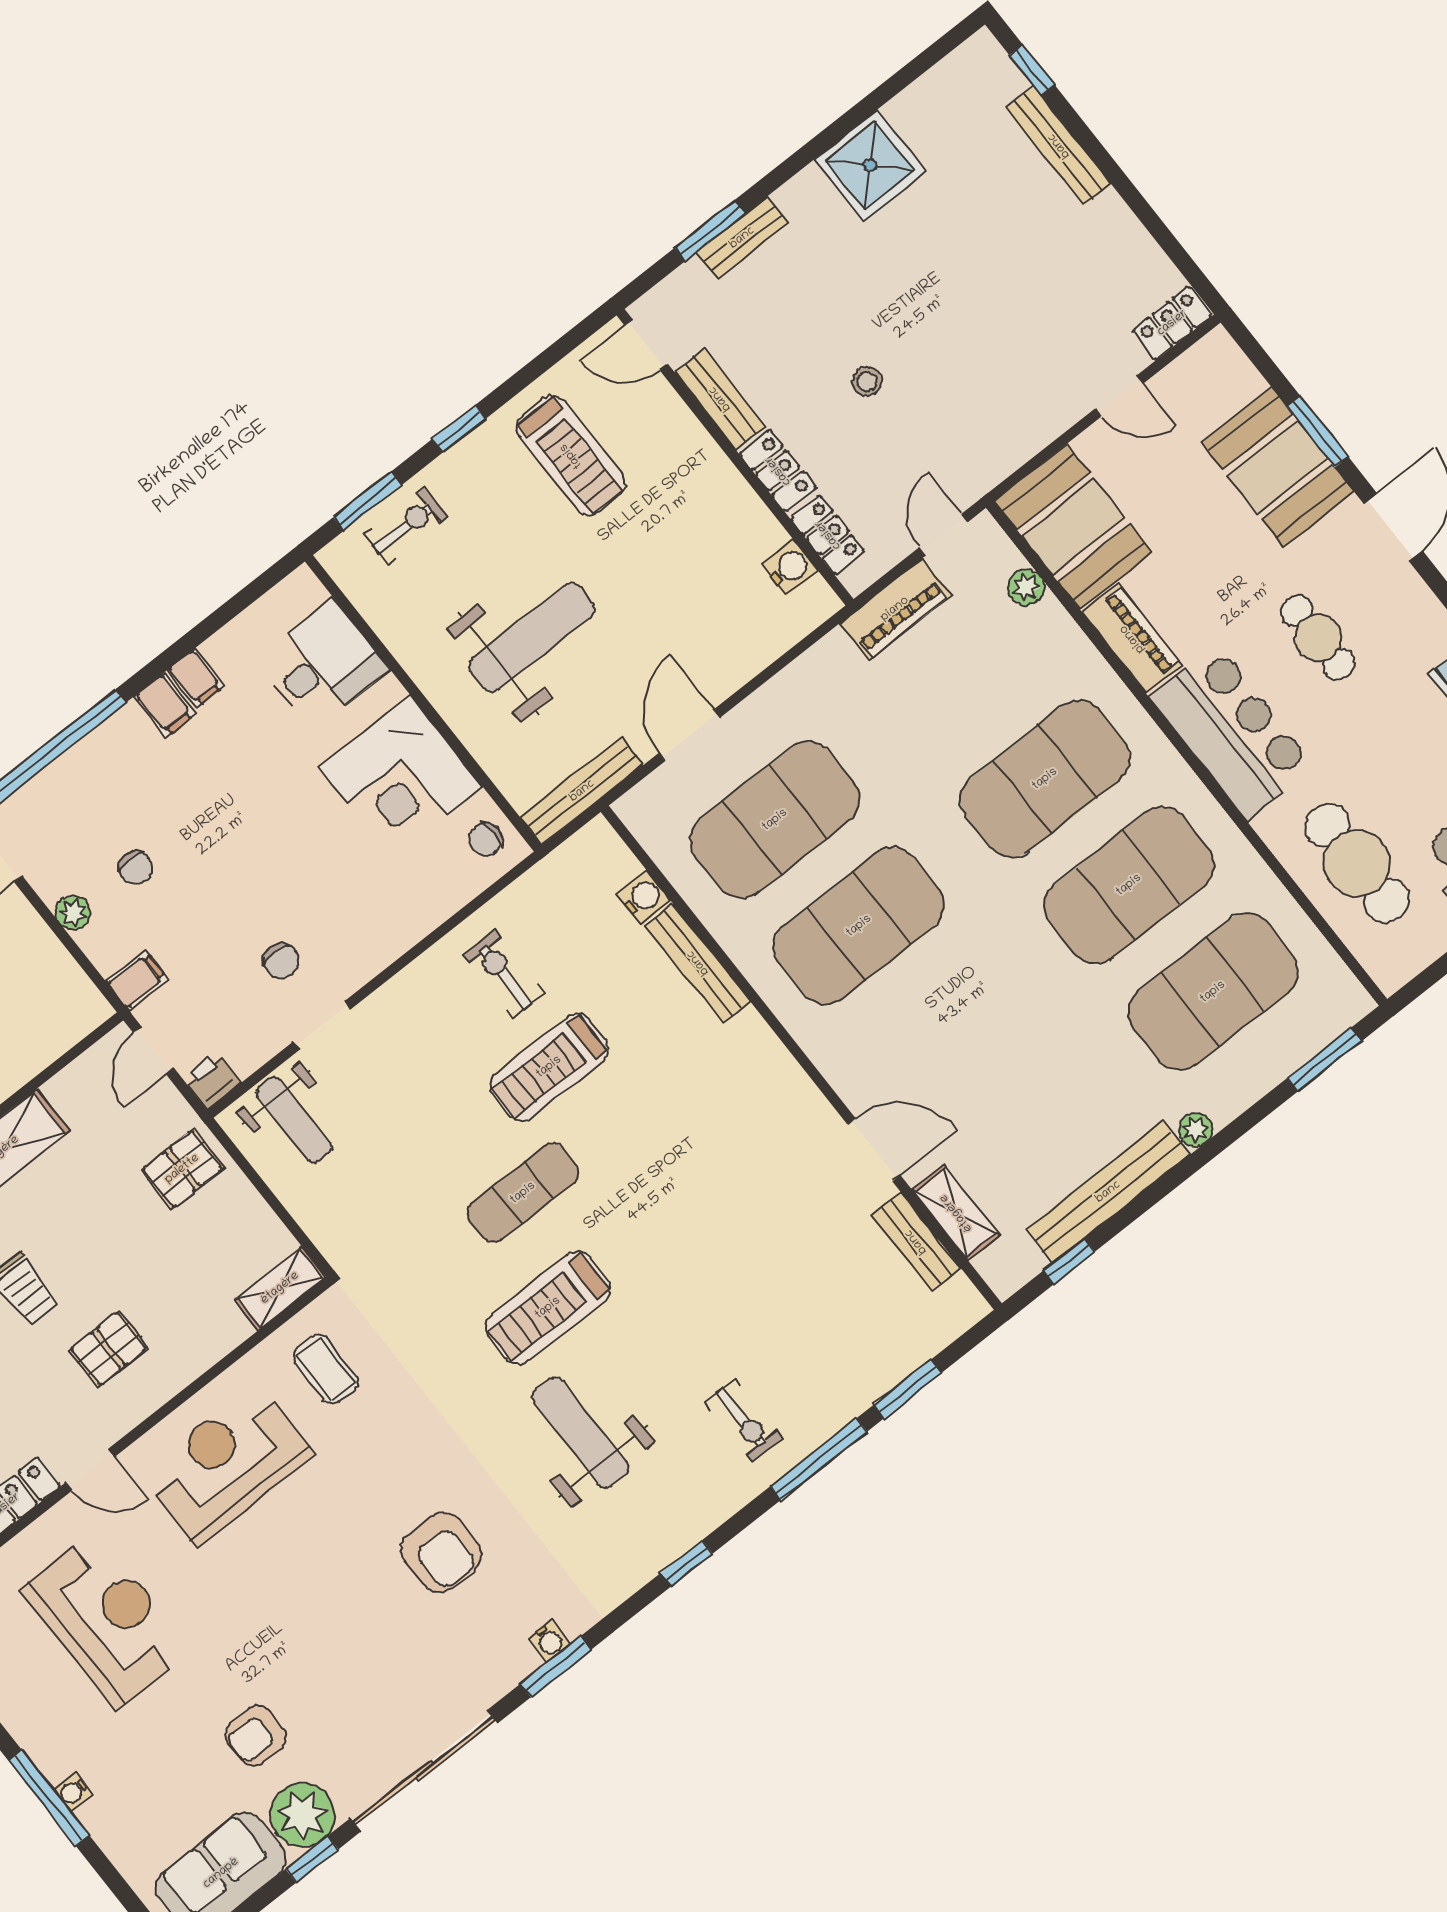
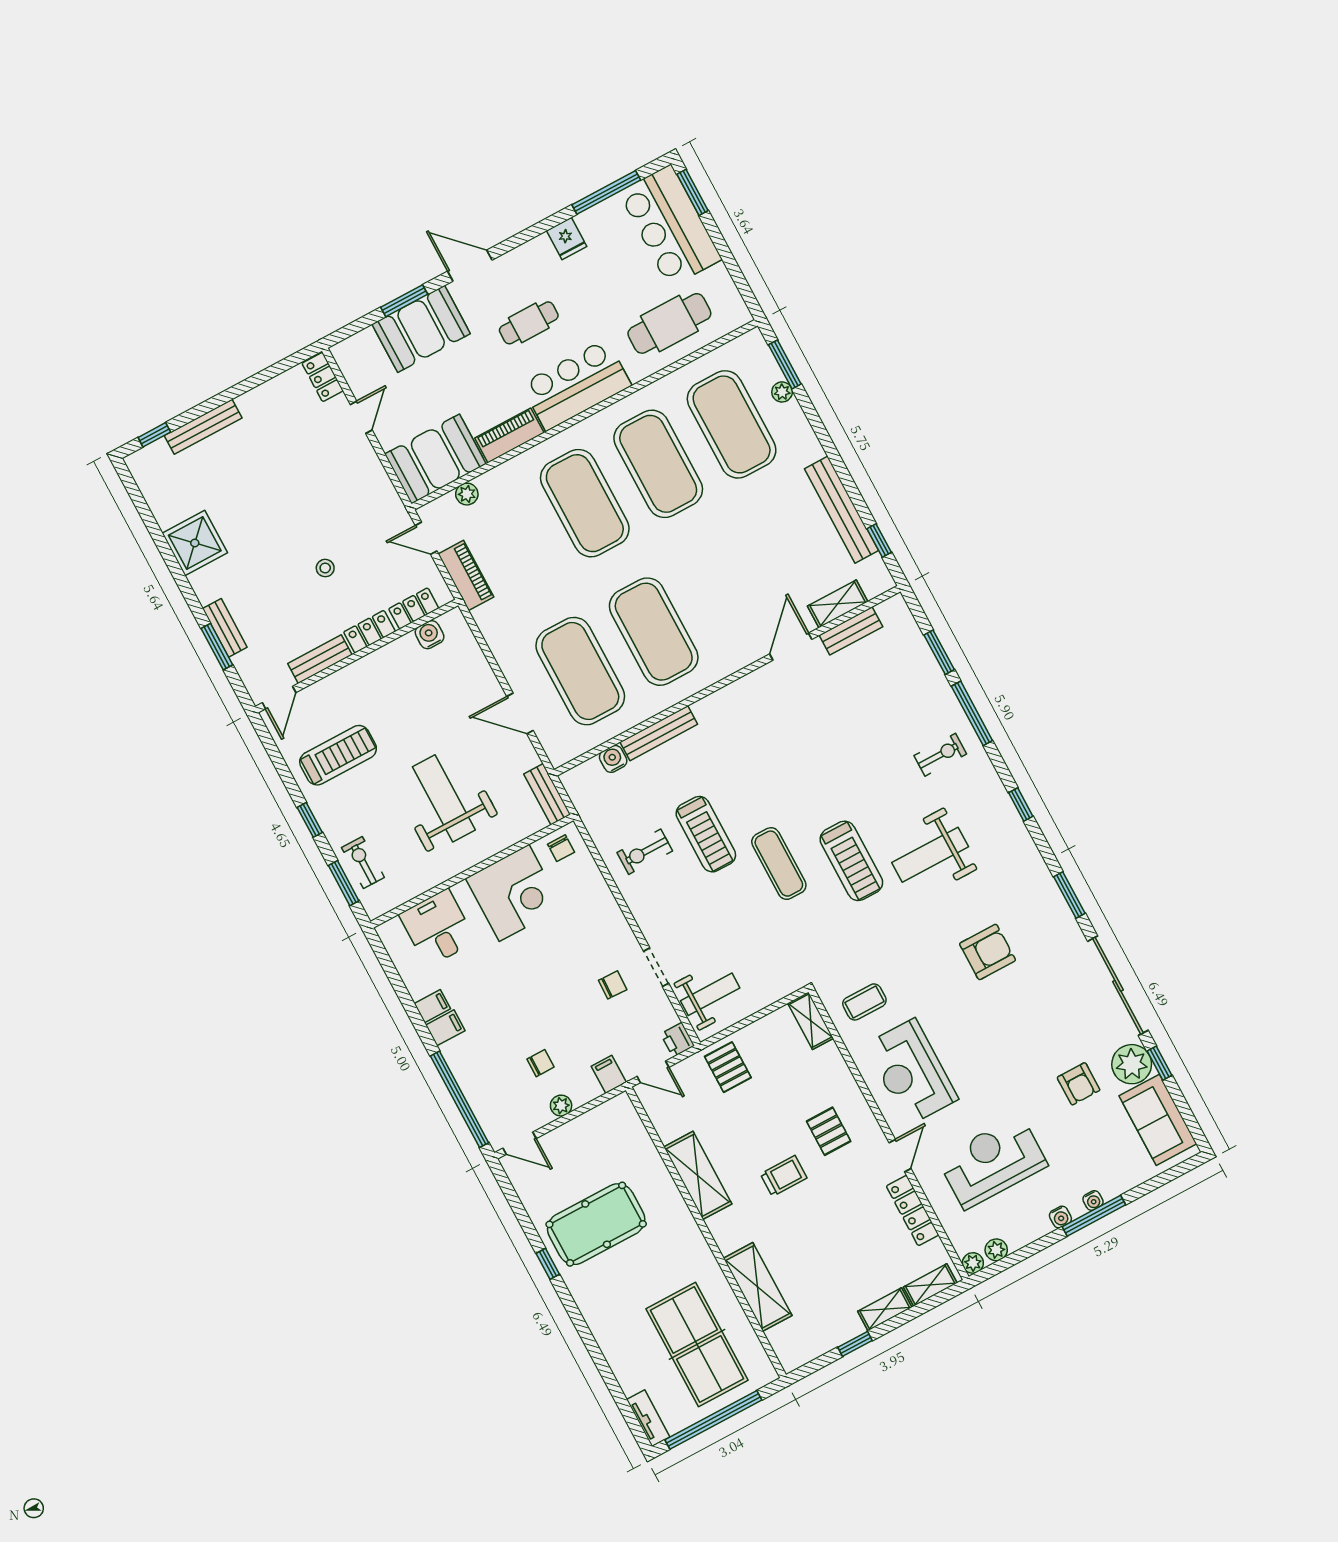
bench: (582, 791) -> (547, 794), width x0.73
plant: (1195, 1130) -> (782, 392), moved
water cooler: (549, 1641) -> (1060, 1217), moved, turned 90

